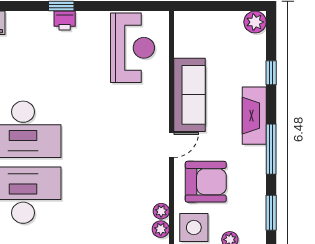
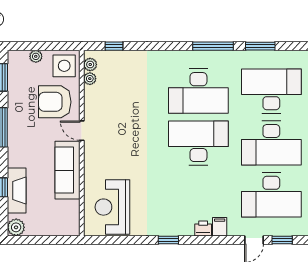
printer: (65, 21) -> (203, 228), moved
fireplace: (254, 116) -> (17, 191), moved
door: (172, 145) -> (82, 131), hinge flipped

